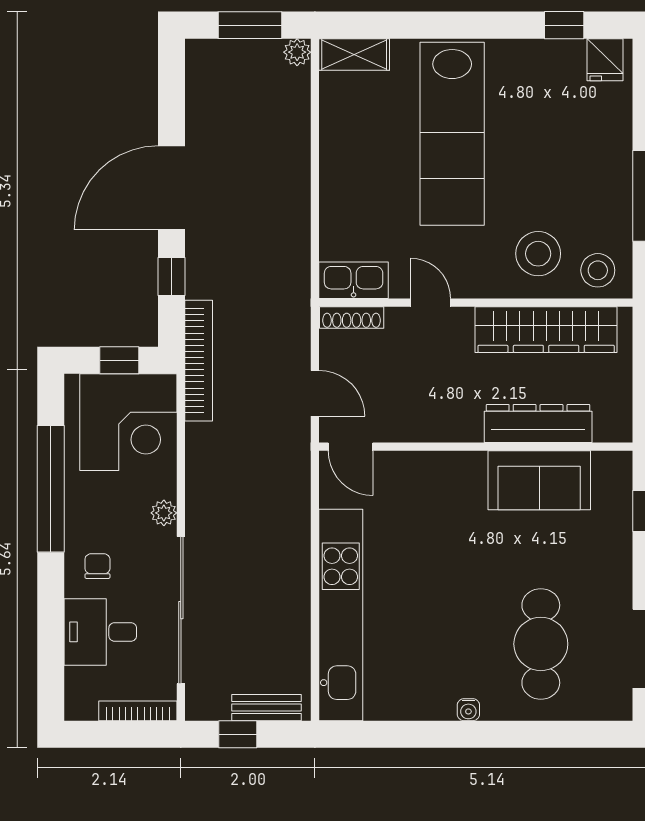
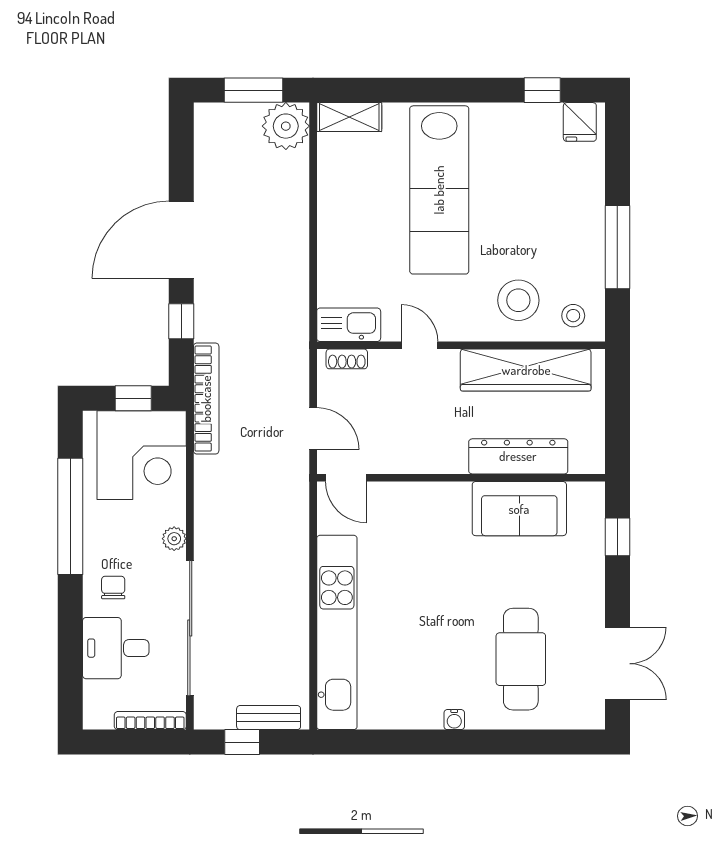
plant: (297, 52) -> (286, 126), width x1.87, depth x1.87
stool: (598, 270) -> (573, 316), width x0.73, depth x0.73
shoe rack: (352, 317) -> (347, 359), width x0.70

